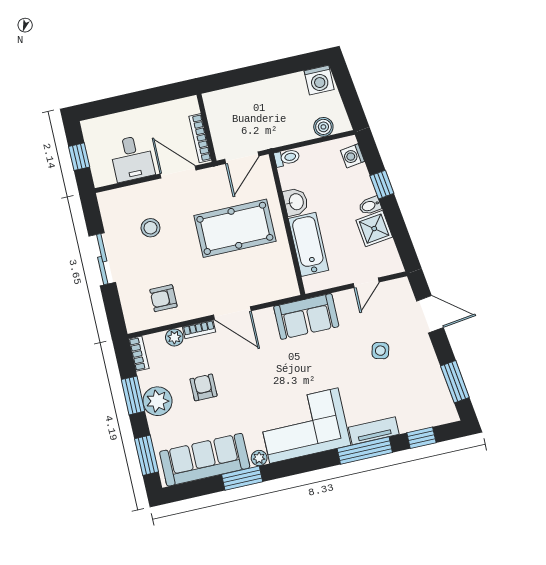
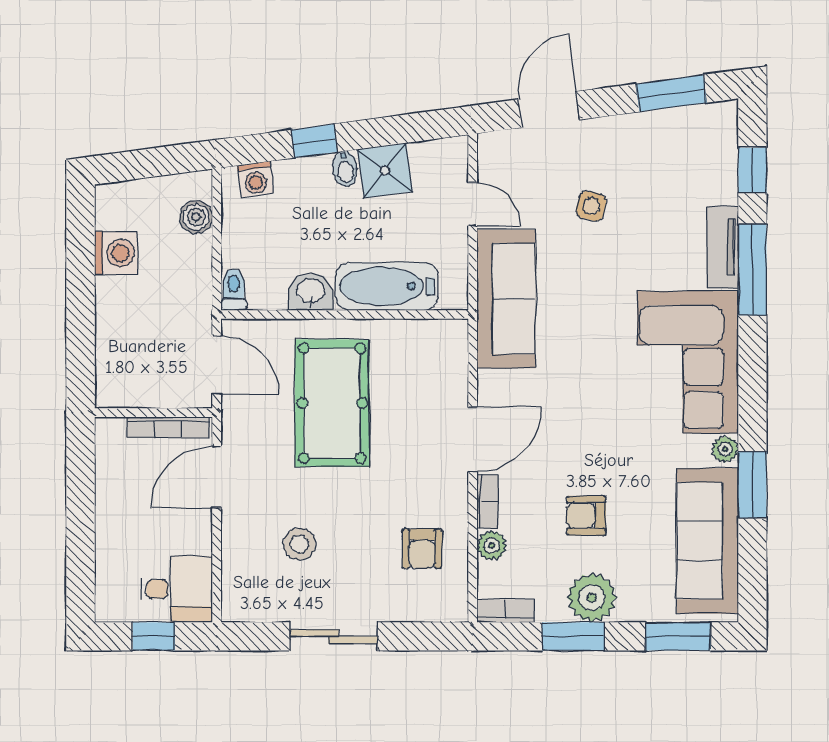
washing machine: (319, 80) -> (116, 253), moved
desk: (132, 158) -> (176, 589), moved
sofa: (306, 316) -> (506, 299), width x1.36

